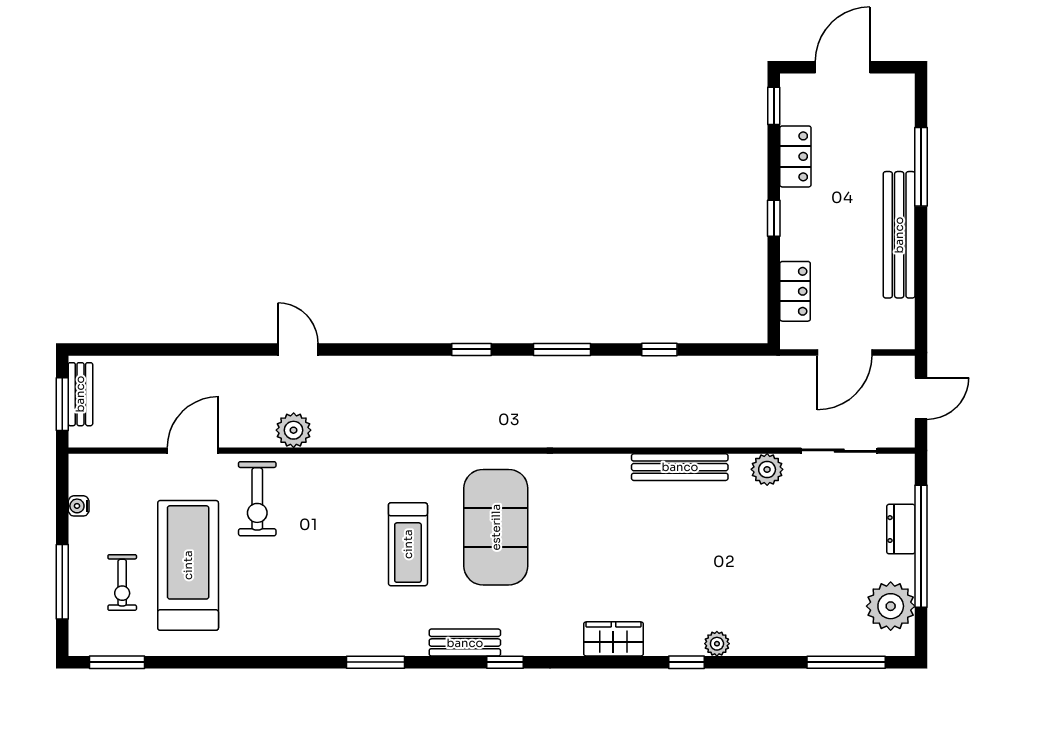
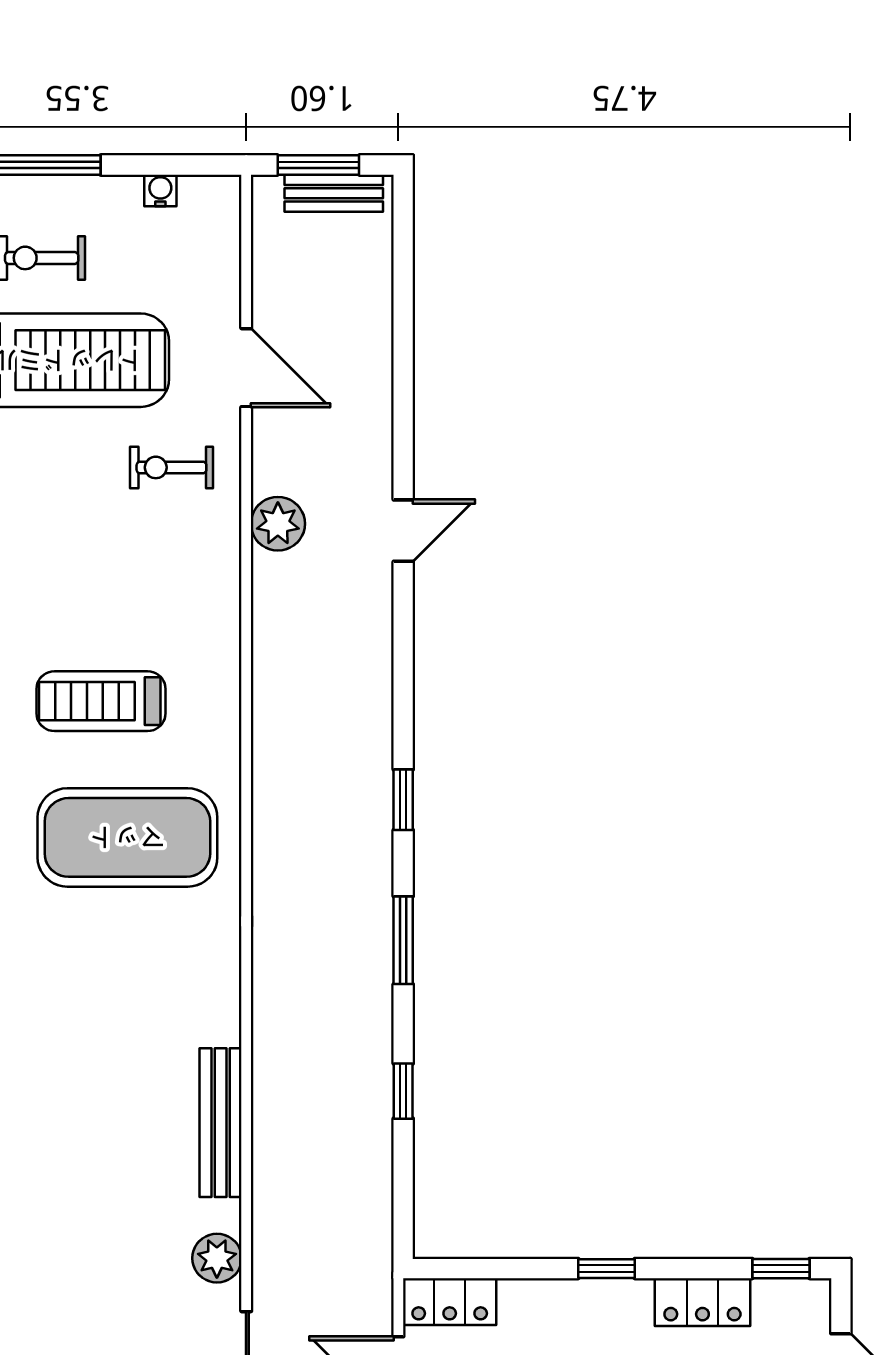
locker: (795, 291) -> (450, 1302), moved
exercise bike: (257, 499) -> (171, 467), width x0.73, depth x0.72

